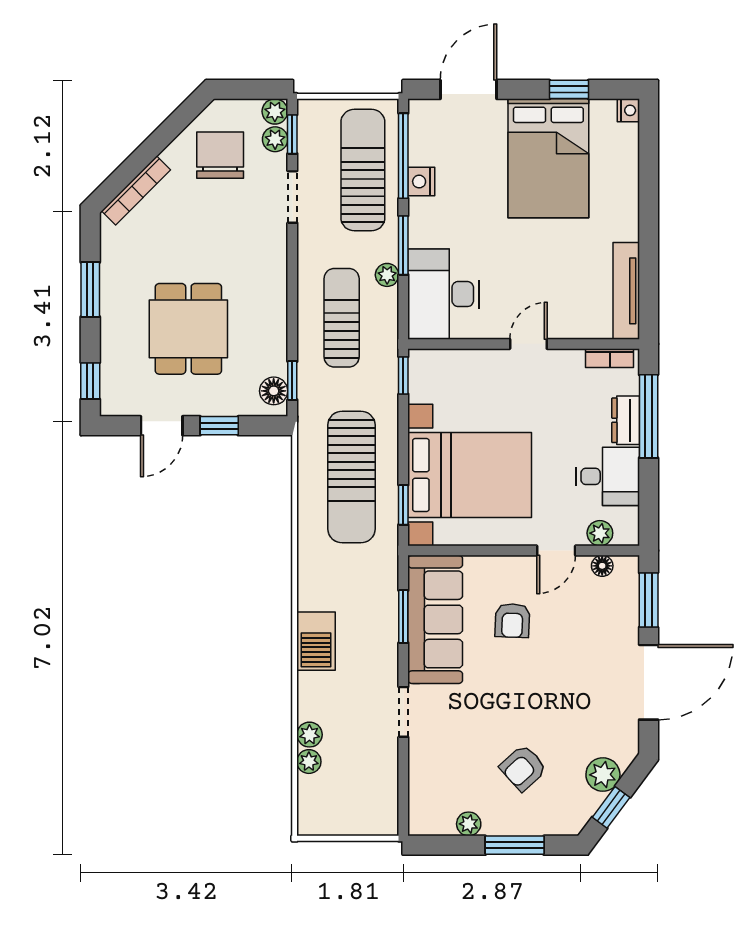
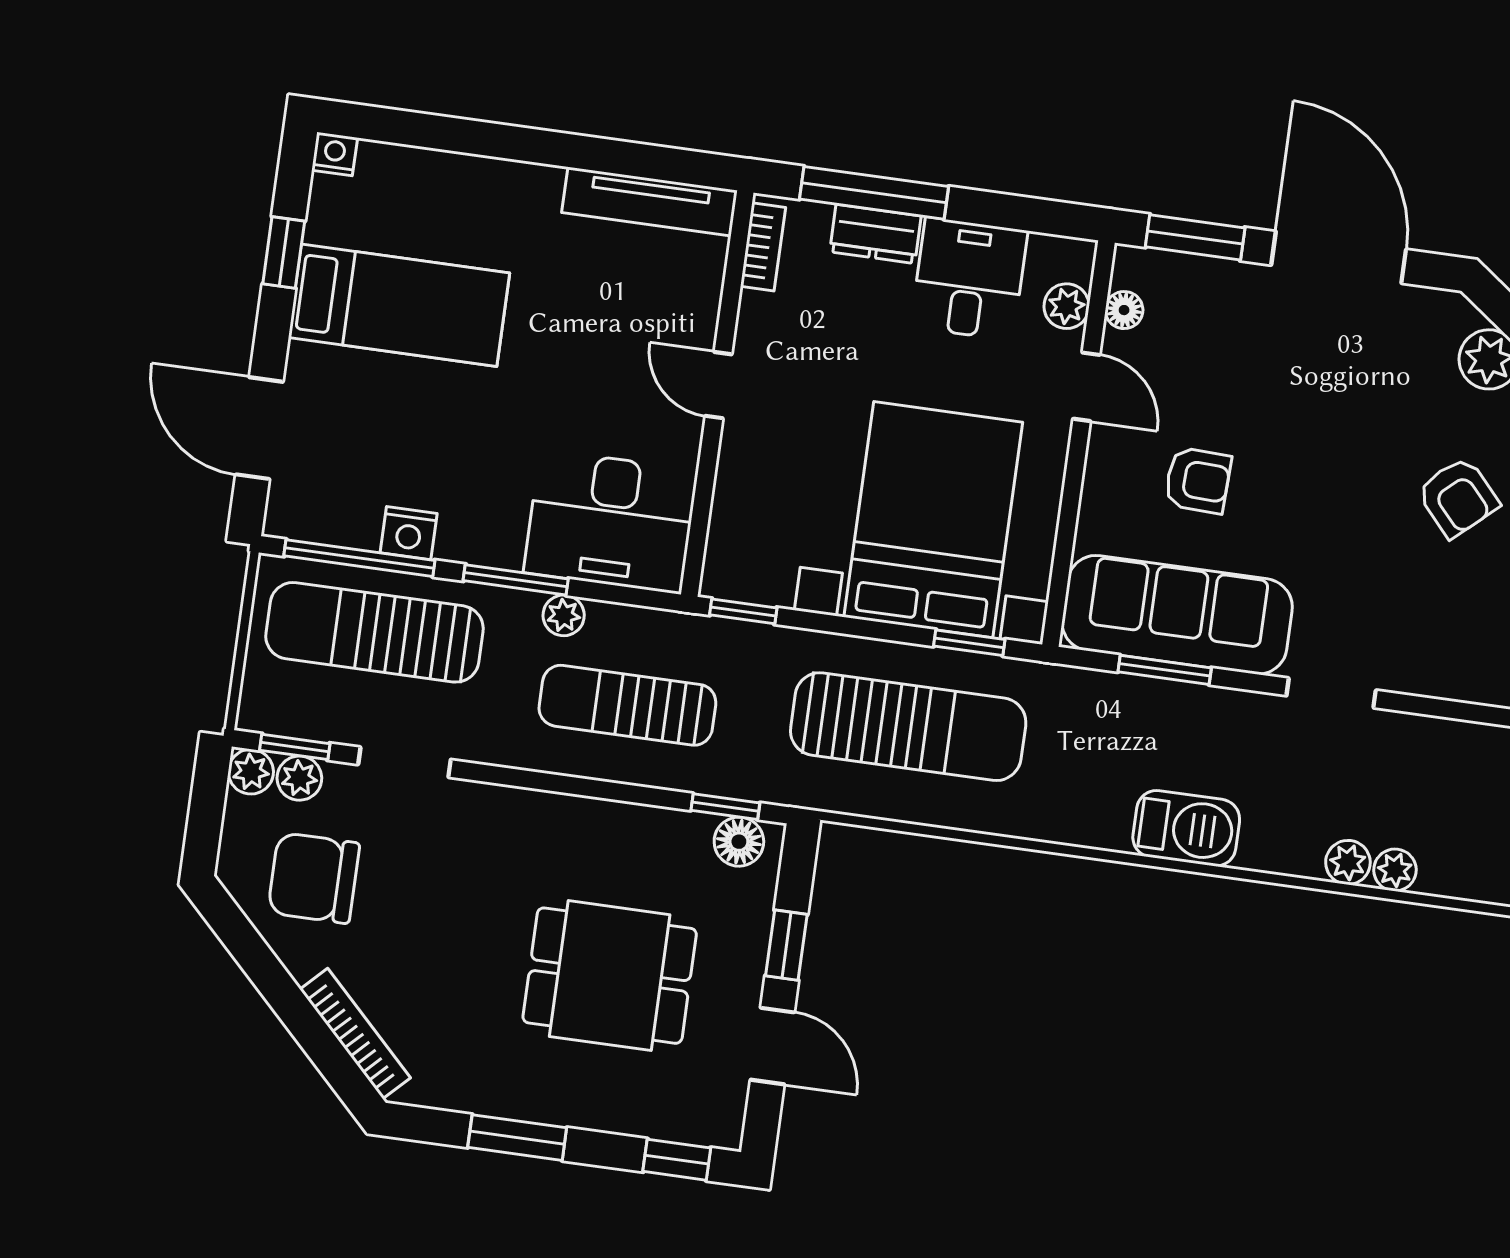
bed: (548, 158) -> (399, 305), width x0.67

